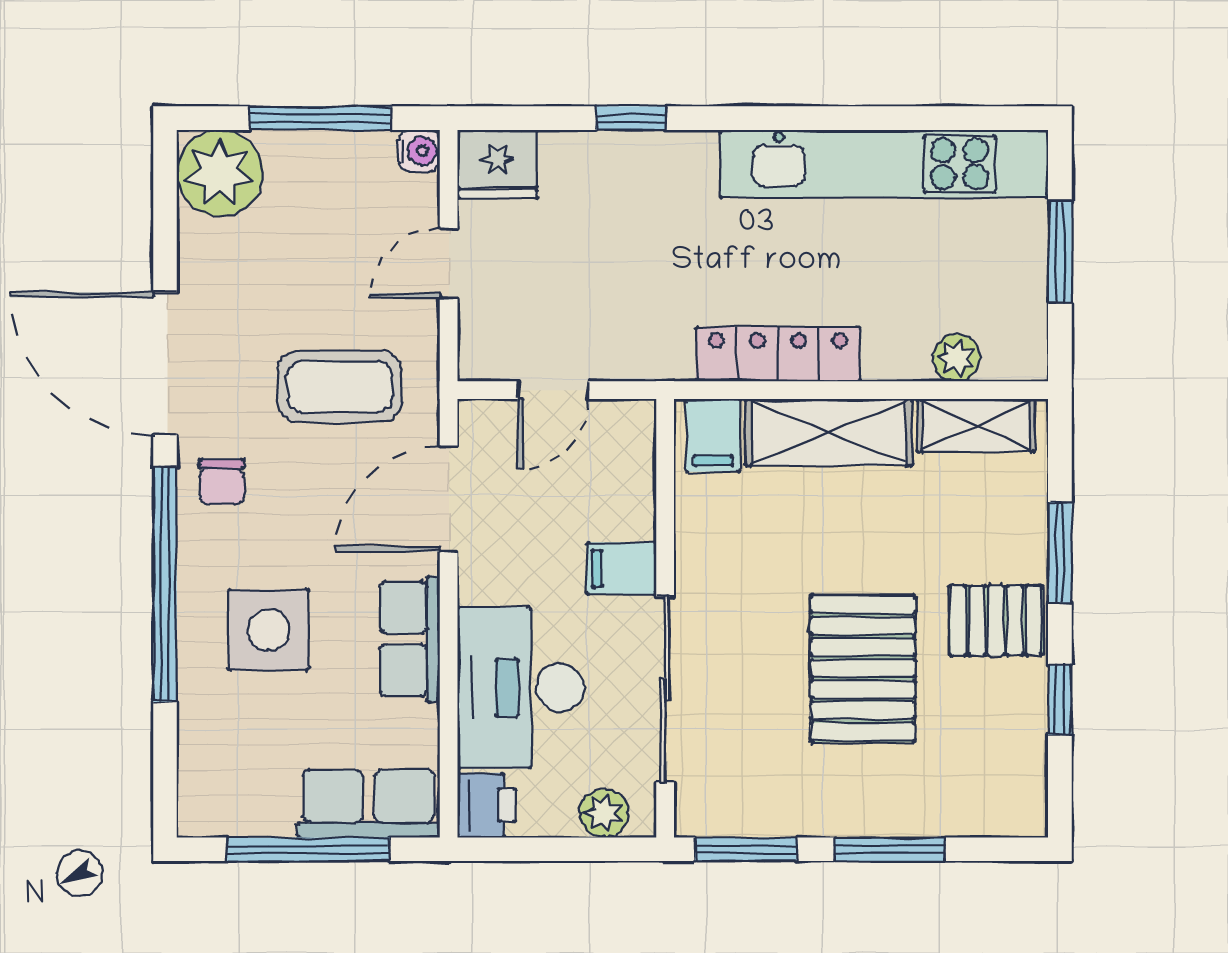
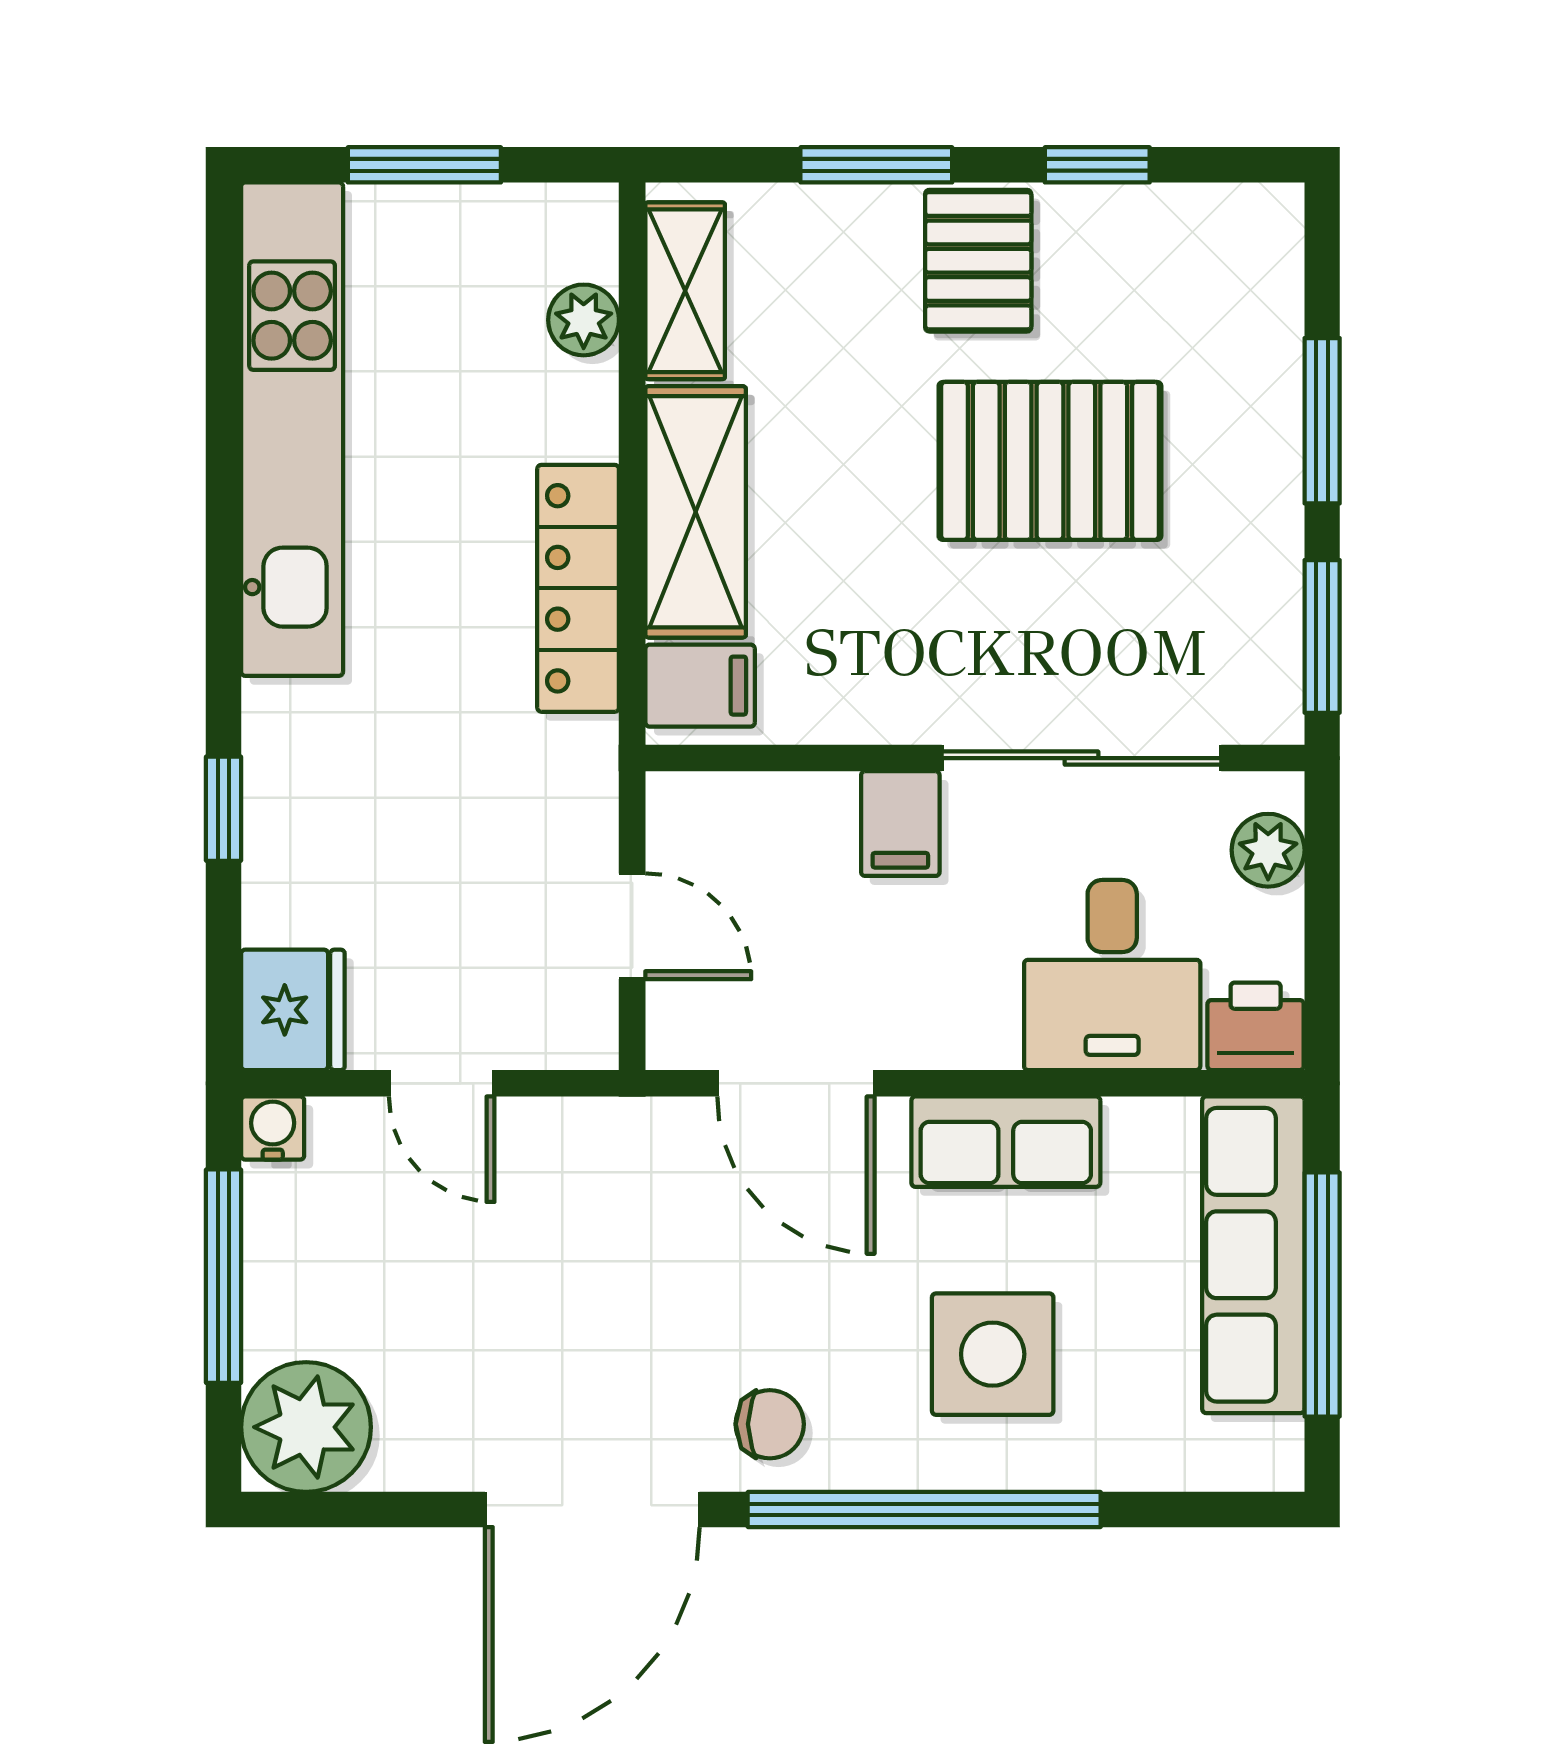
coffee table: (340, 387) -> (627, 1247), removed
desk: (521, 688) -> (1112, 975), width x0.73
row of seats: (369, 804) -> (1253, 1255), width x1.48

